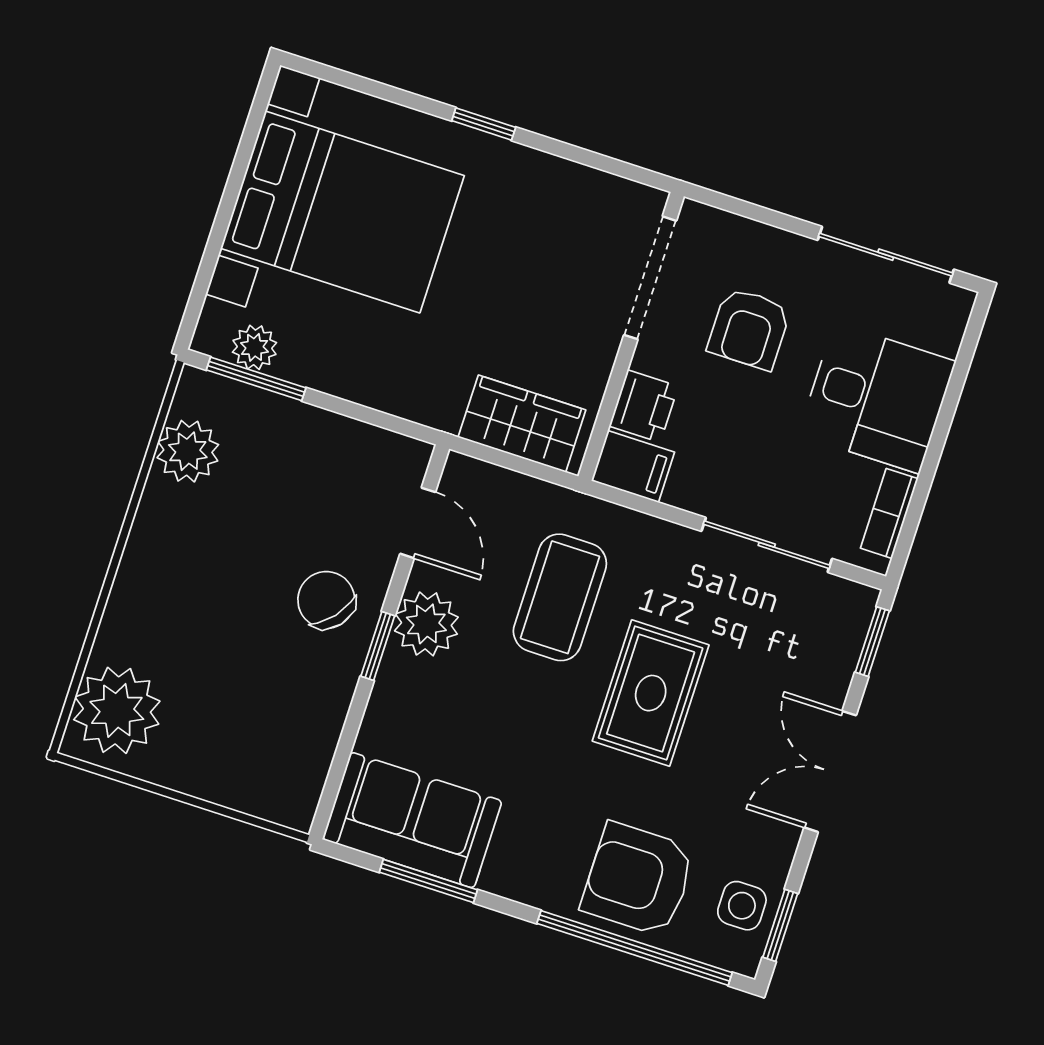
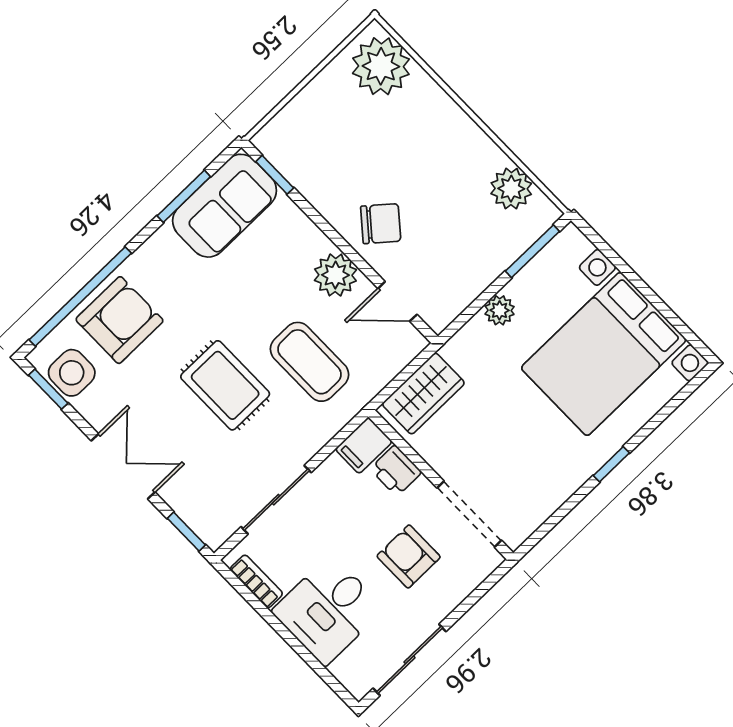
plant: (254, 347) -> (500, 310), moved
window: (378, 646) -> (275, 175), moved
side table: (742, 906) -> (72, 373), width x1.37, depth x1.37

